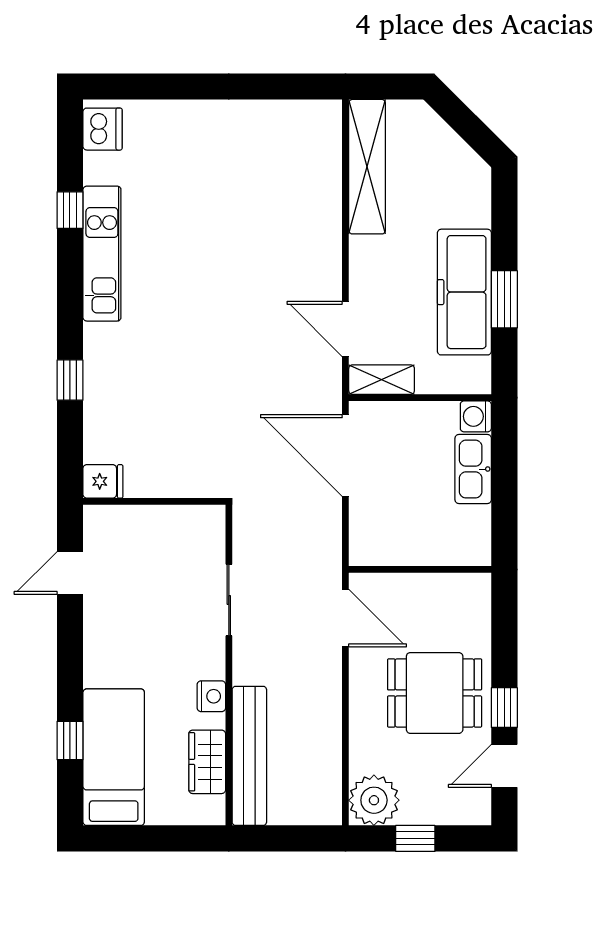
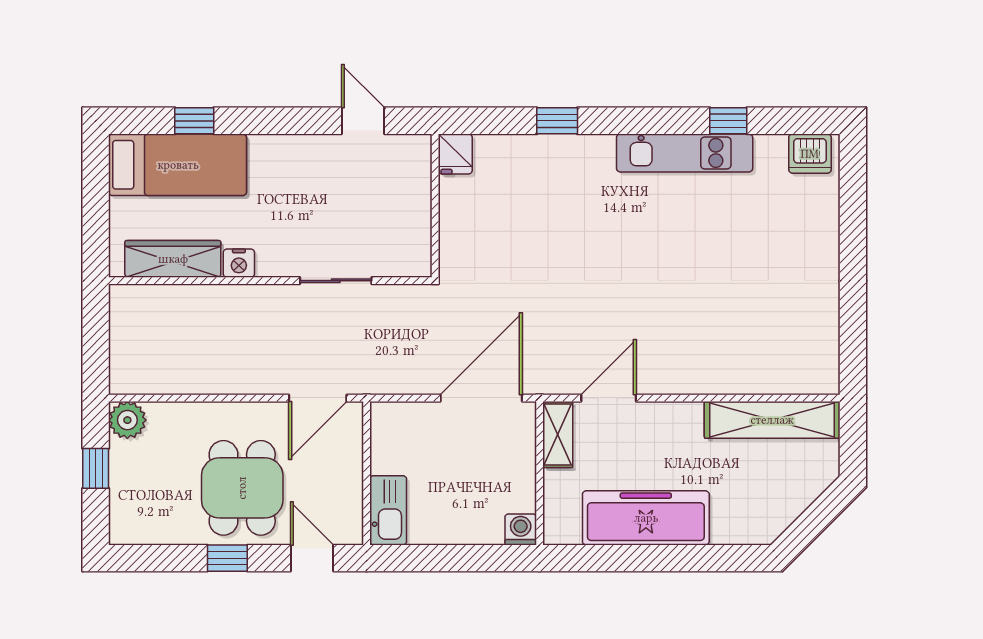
window: (504, 299) -> (639, 558), removed
kitchen sink: (473, 469) -> (388, 510), moved, turned 90
bench: (249, 756) -> (179, 301), removed
wardrobe: (207, 762) -> (173, 259), width x1.50
door: (504, 766) -> (312, 558), moved
plant: (374, 800) -> (127, 420), width x0.73, depth x0.73

